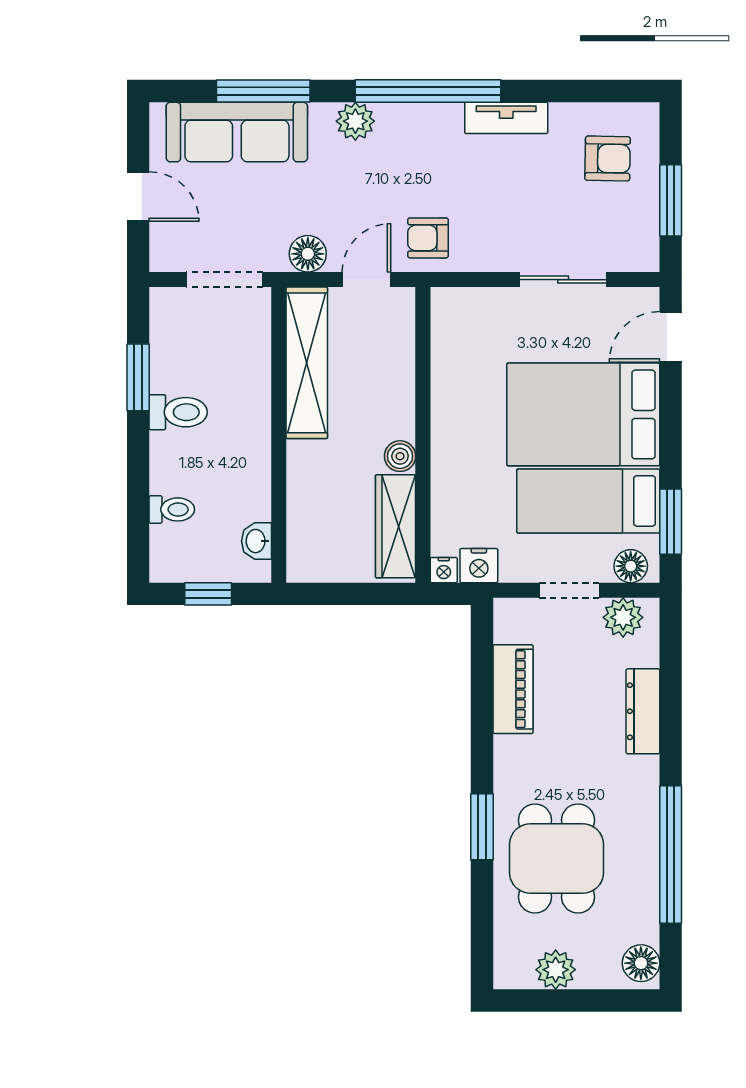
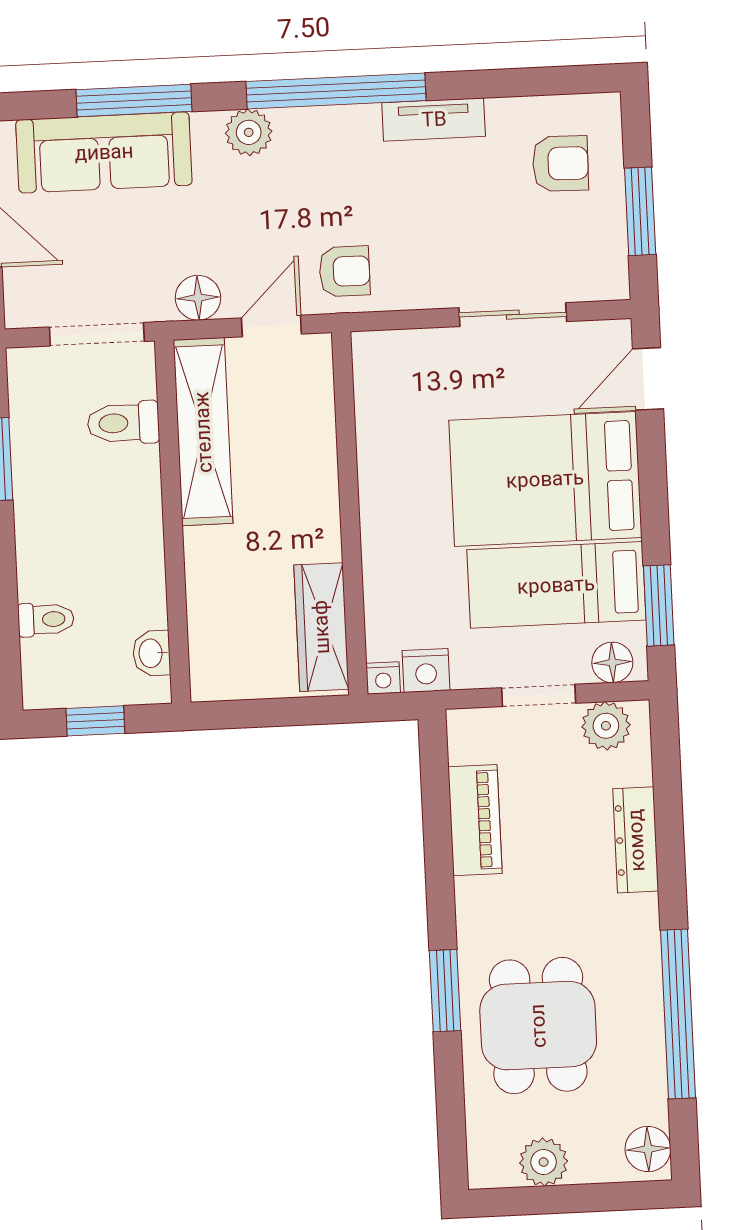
armchair: (428, 238) -> (345, 271), turned 180
toilet: (178, 412) -> (123, 423), moved, turned 180
boiler: (400, 456) -> (323, 541), removed

